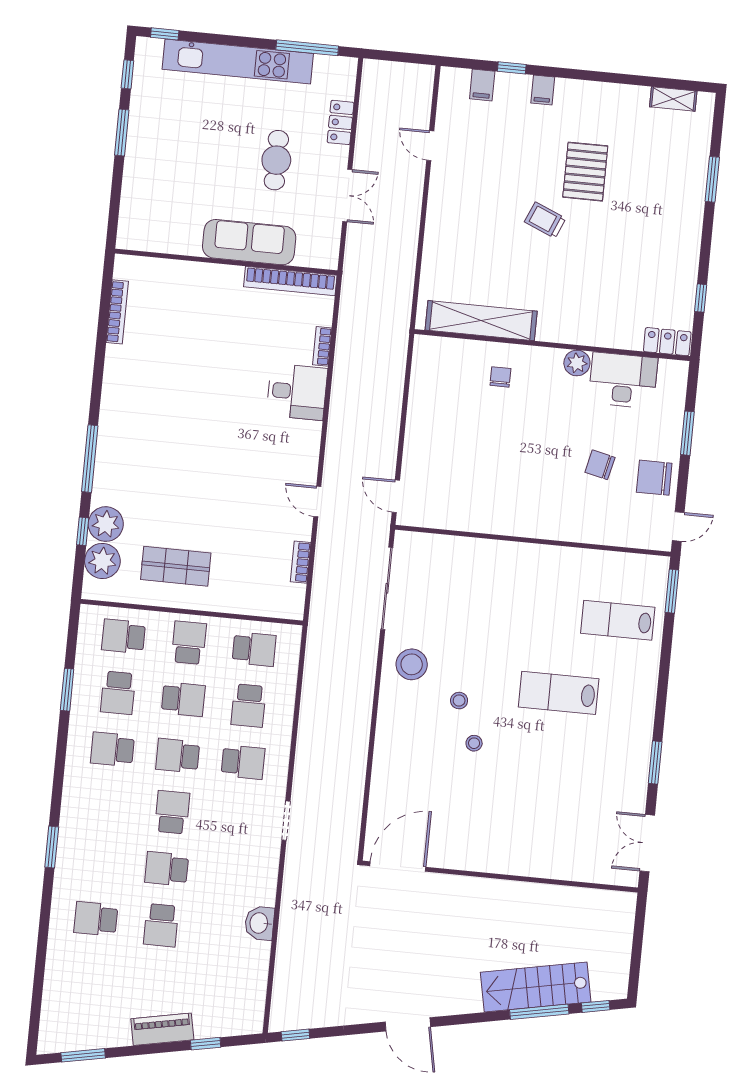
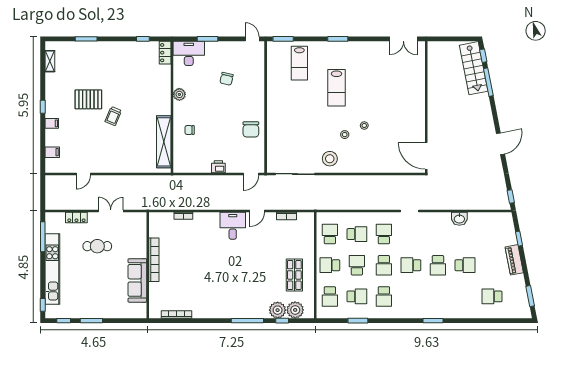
window: (512, 68) -> (43, 107), moved
sofa: (249, 242) -> (137, 280), moved
bookcase: (290, 281) -> (154, 260), moved
desk: (623, 380) -> (189, 53), moved, turned 90
desk: (297, 392) -> (233, 226), moved
printer: (418, 430) -> (218, 167), added
chair: (654, 478) -> (251, 129), moved
window: (655, 762) -> (338, 39), moved
school desk: (96, 919) -> (492, 296), moved, turned 90
stairs: (536, 987) -> (474, 68), moved

